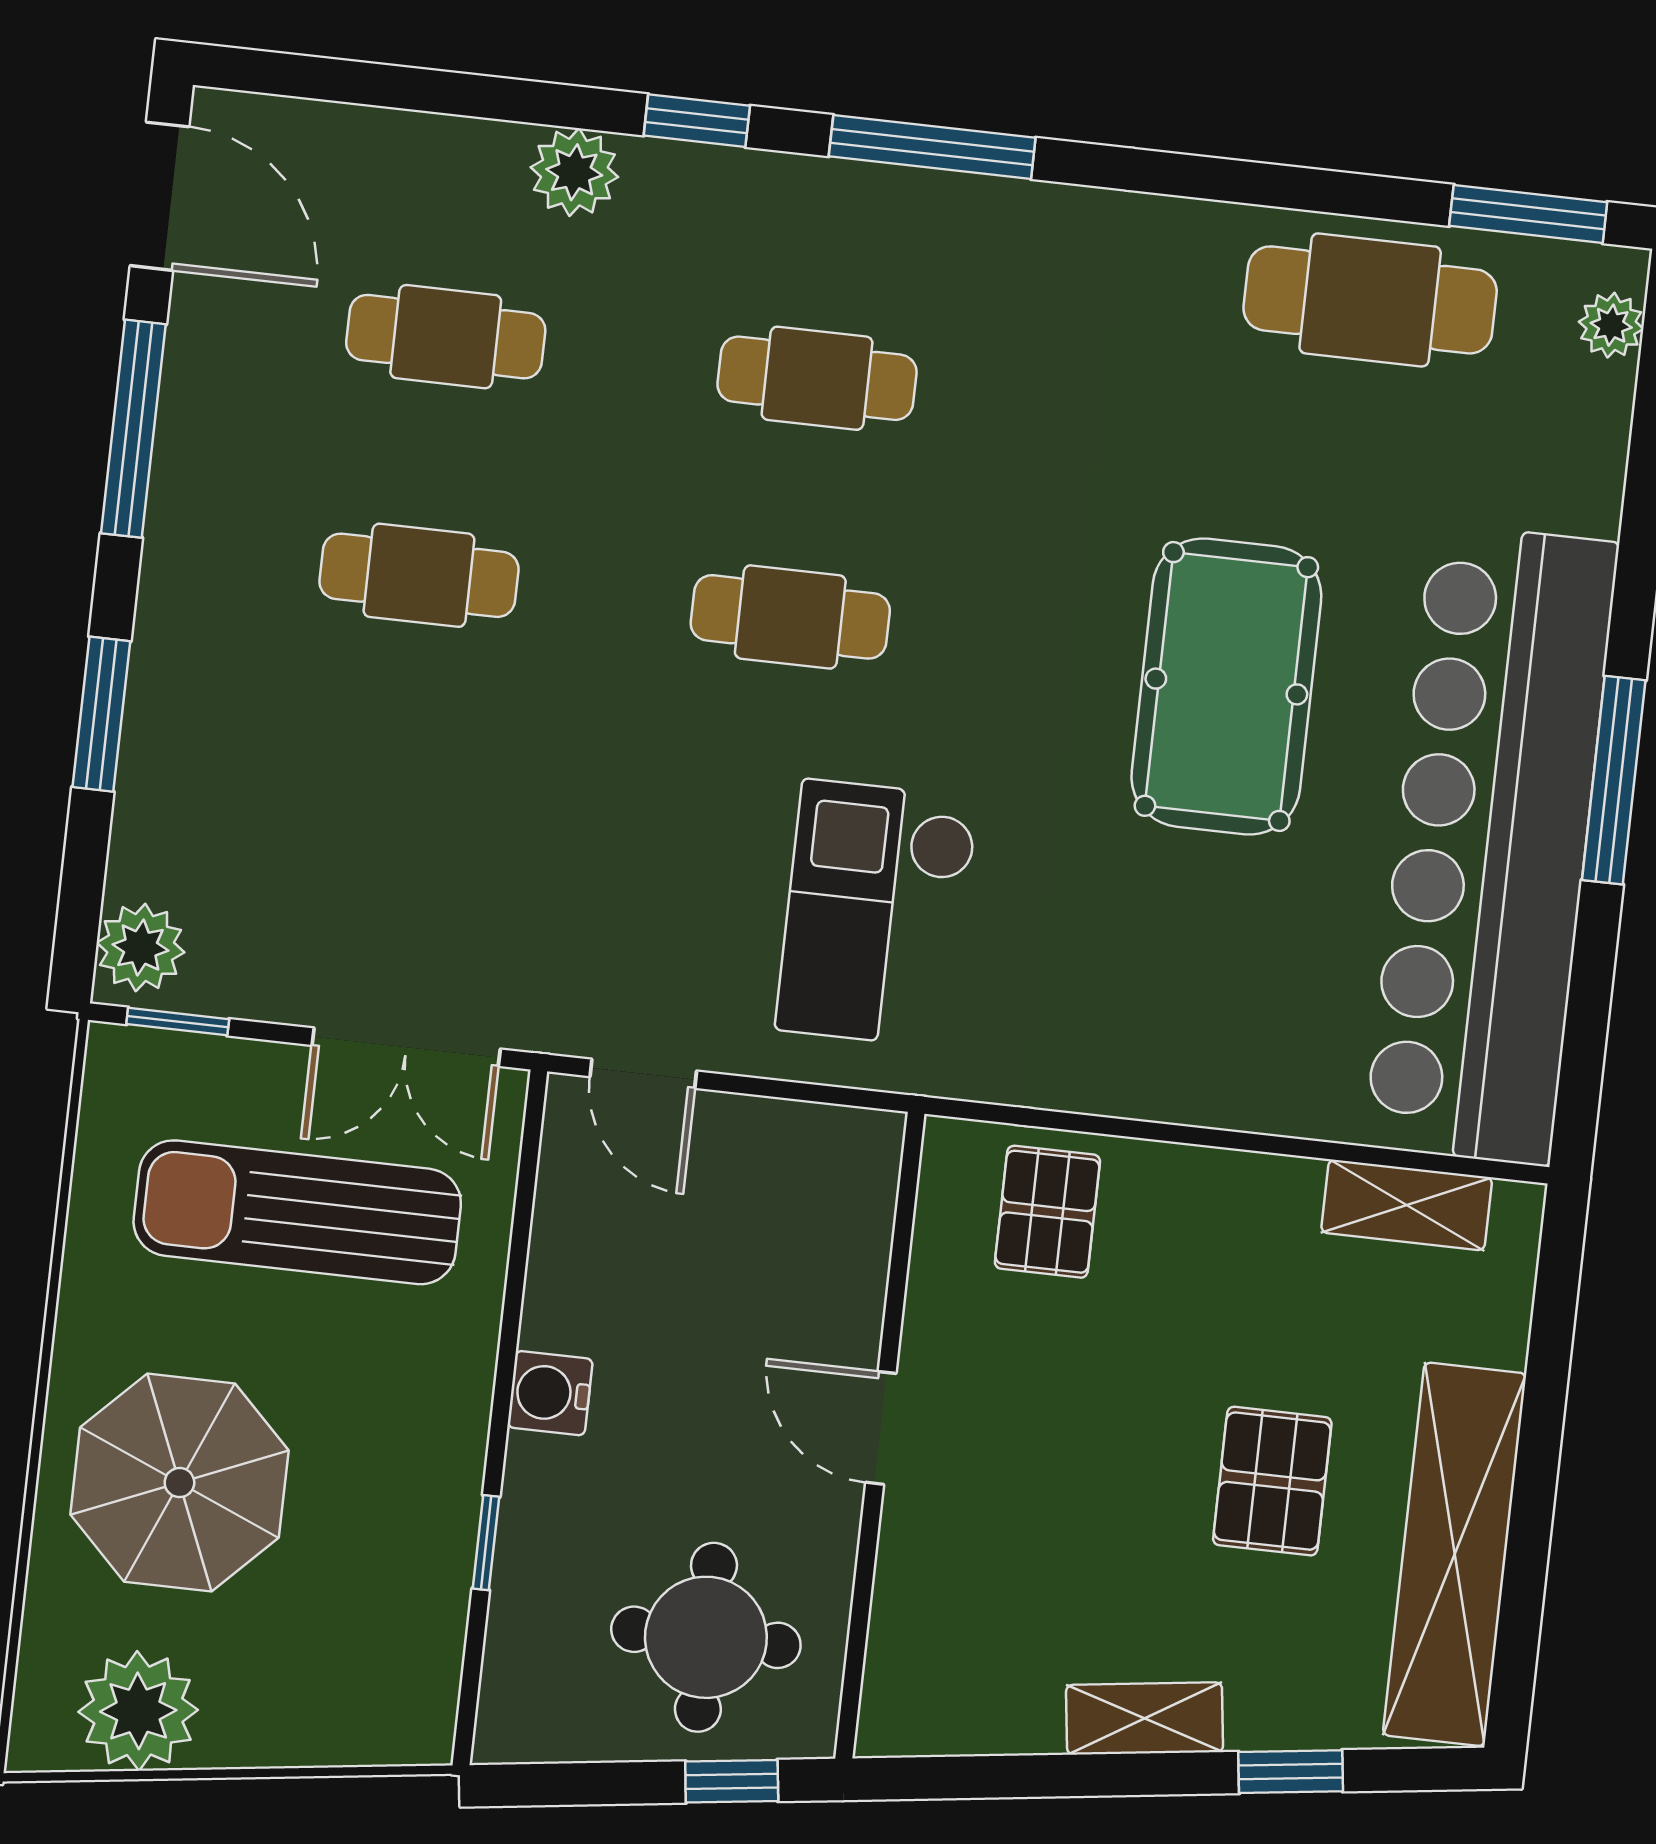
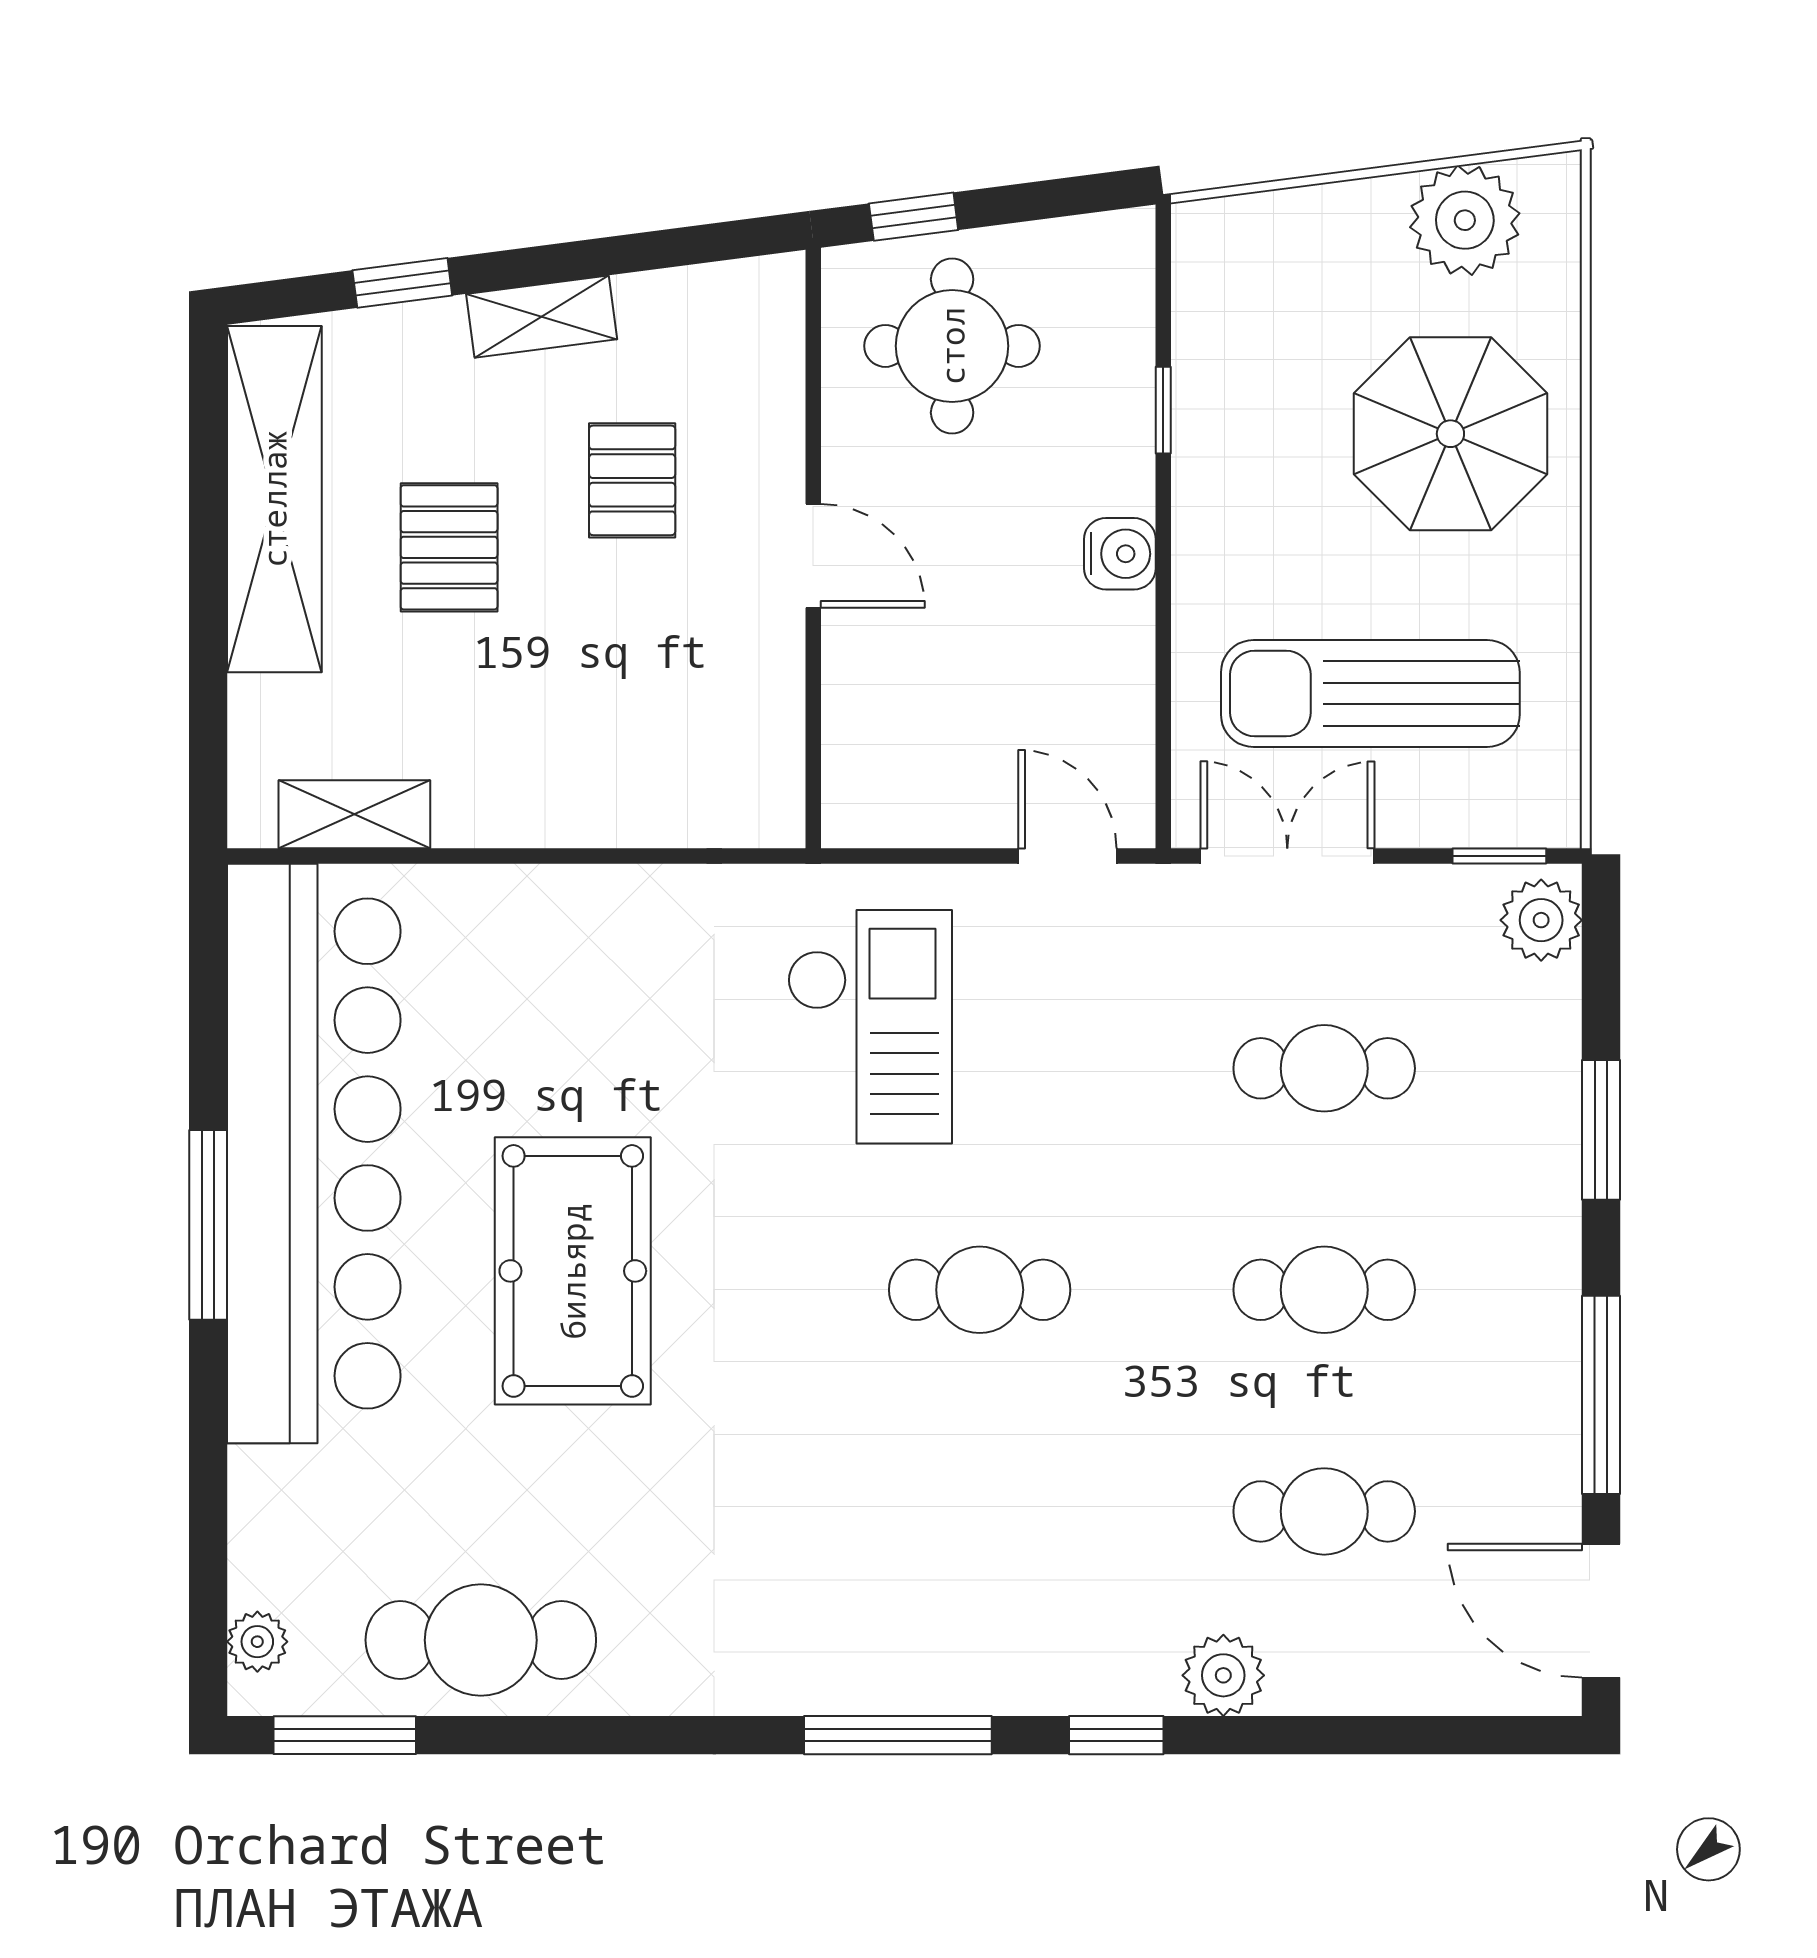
cafe table: (817, 378) -> (1324, 1068), moved
sun lounger: (297, 1212) -> (1370, 694), turned 180
pallet: (1047, 1212) -> (632, 480), moved

